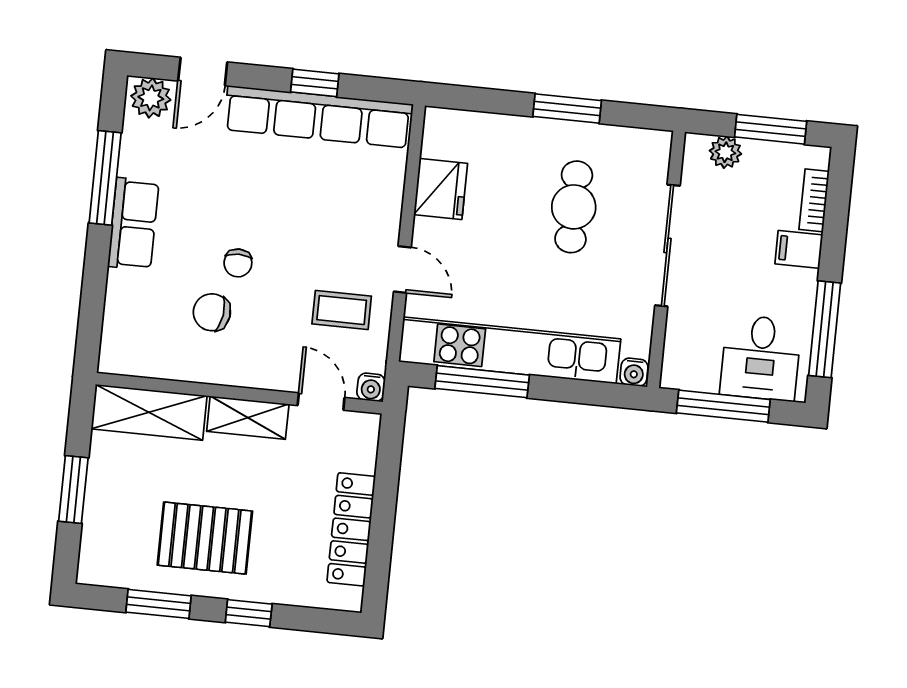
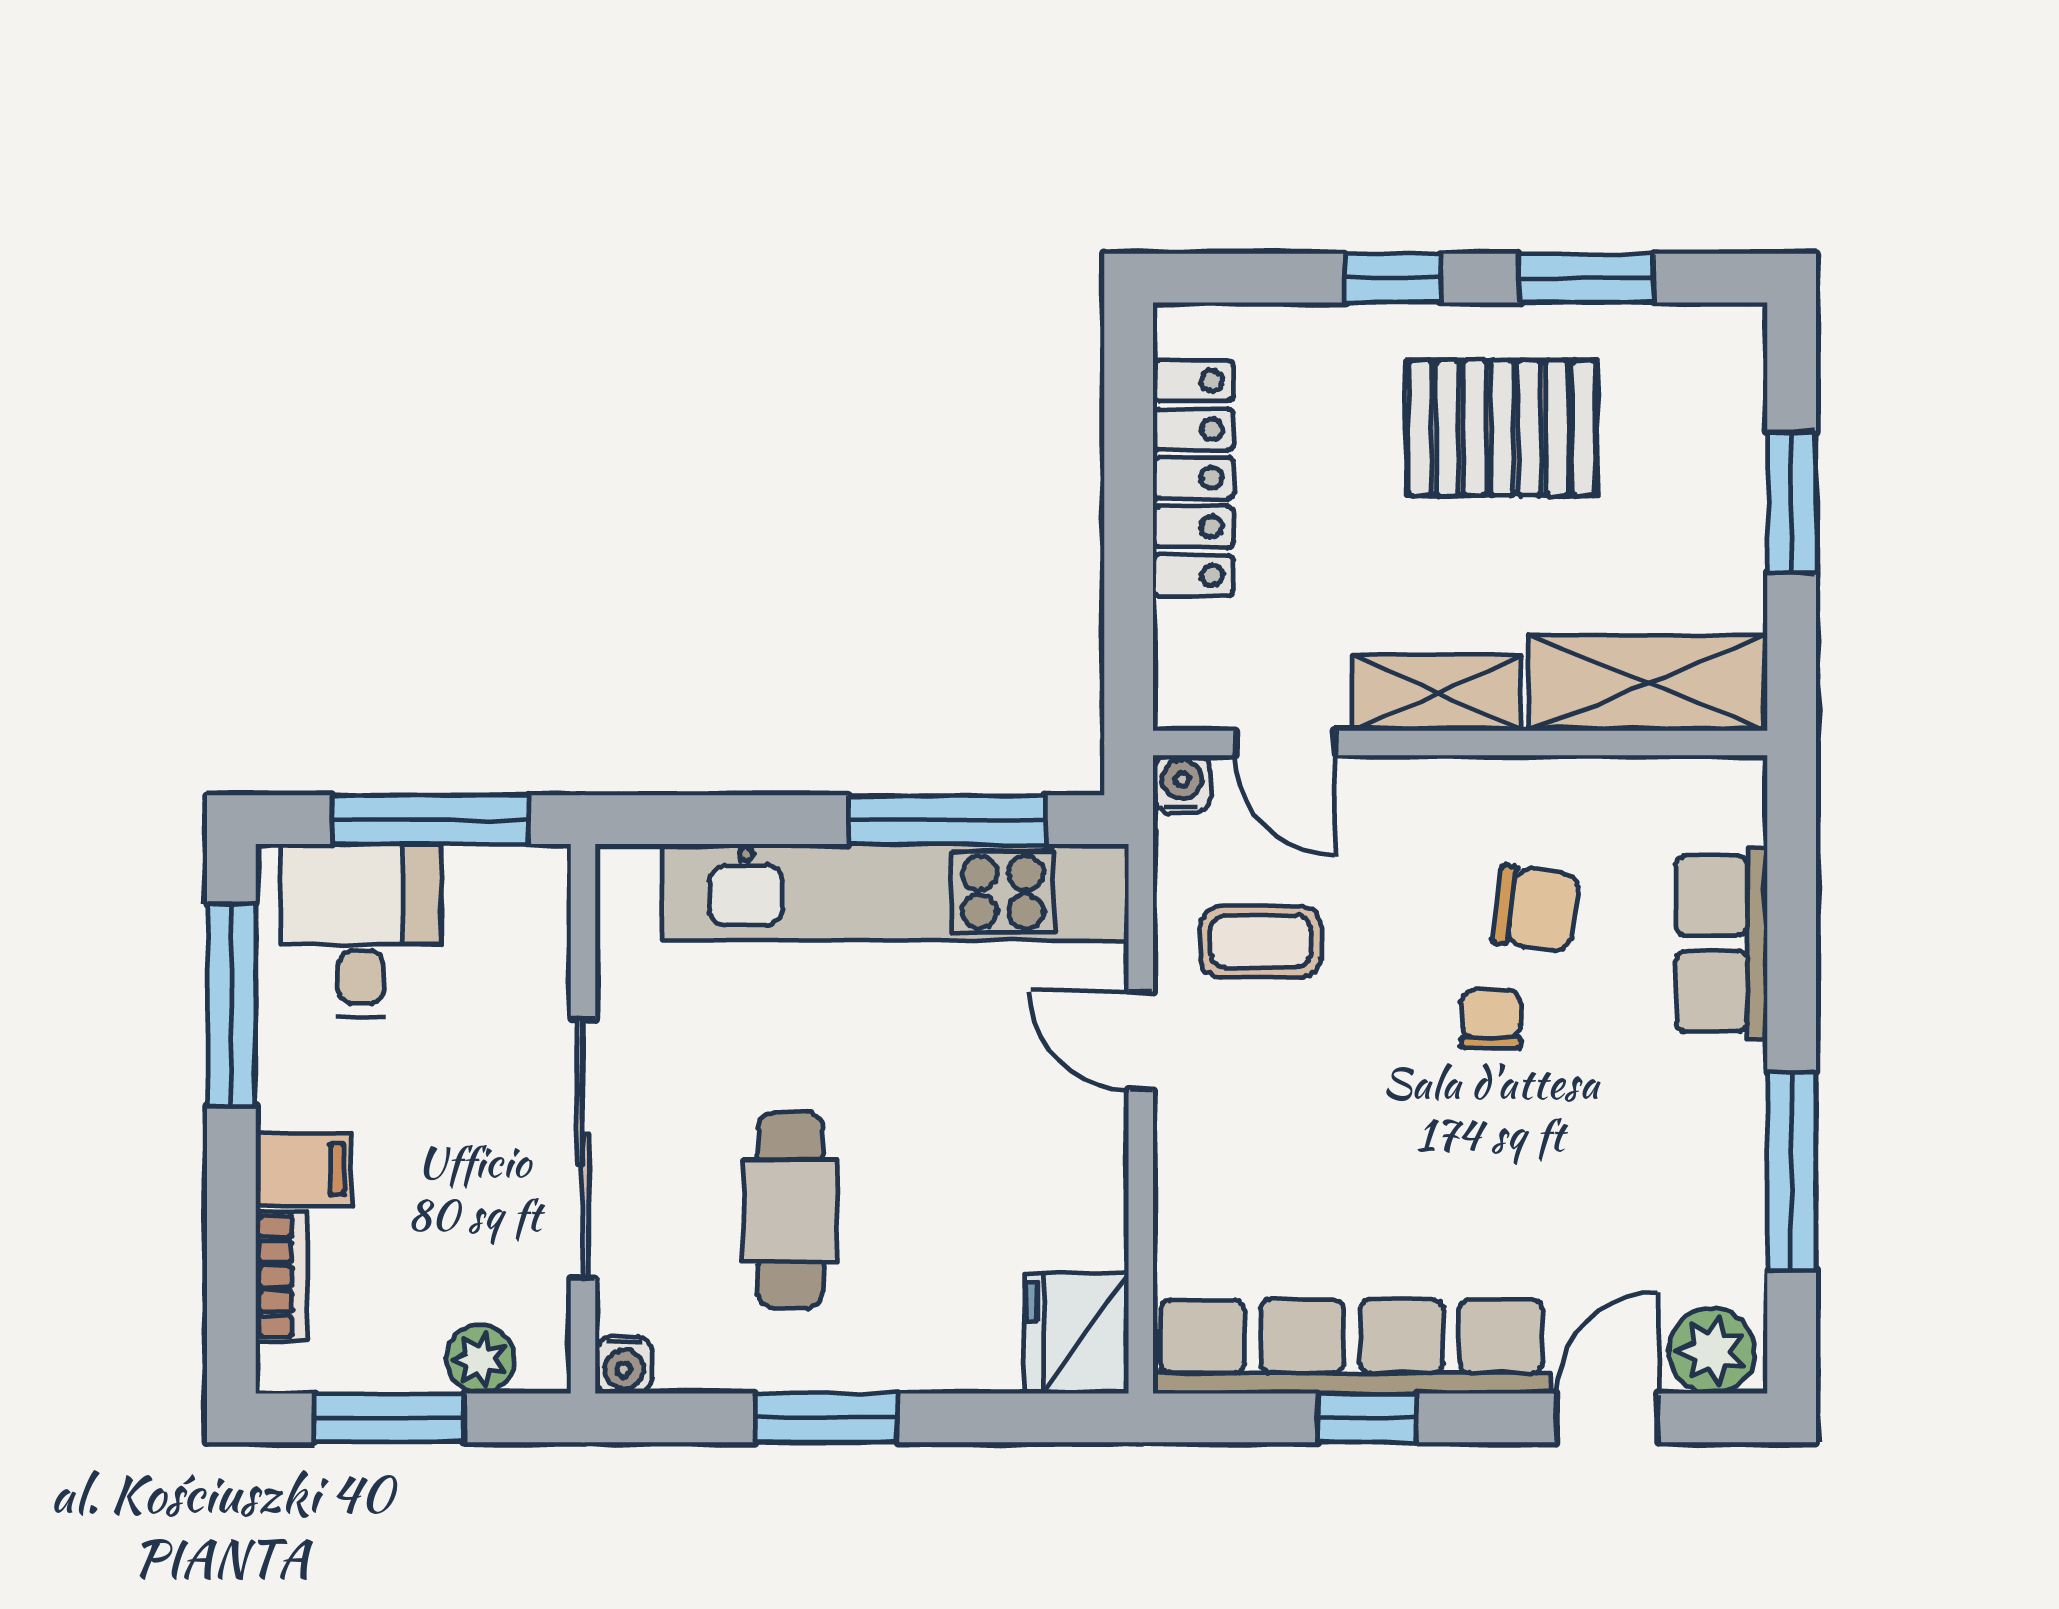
fridge: (441, 189) -> (1077, 1333), moved
row of seats: (133, 224) -> (1722, 943), moved
water cooler: (634, 372) -> (624, 1365), moved, turned 180

